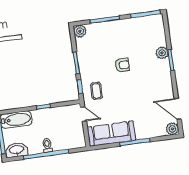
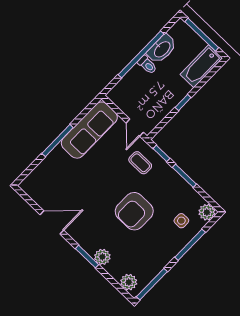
side table: (99, 38) -> (181, 221), added
armchair: (122, 65) -> (134, 211), width x1.88, depth x1.88
door: (178, 109) -> (52, 222), moved
door: (83, 114) -> (135, 128), hinge flipped
plant: (172, 129) -> (129, 282), moved
washbasin: (17, 150) -> (162, 49), moved

